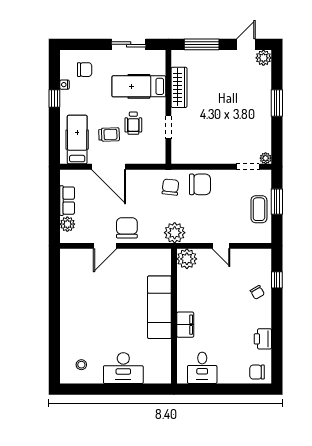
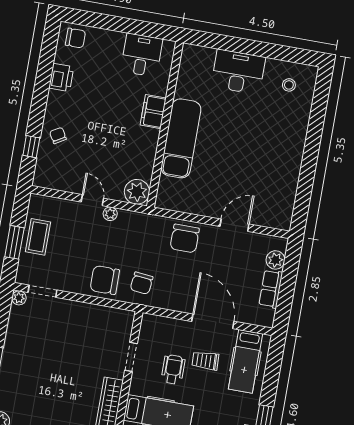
chair: (127, 228) -> (185, 239), moved
plant: (175, 233) -> (110, 214), moved, width x0.53, depth x0.53

